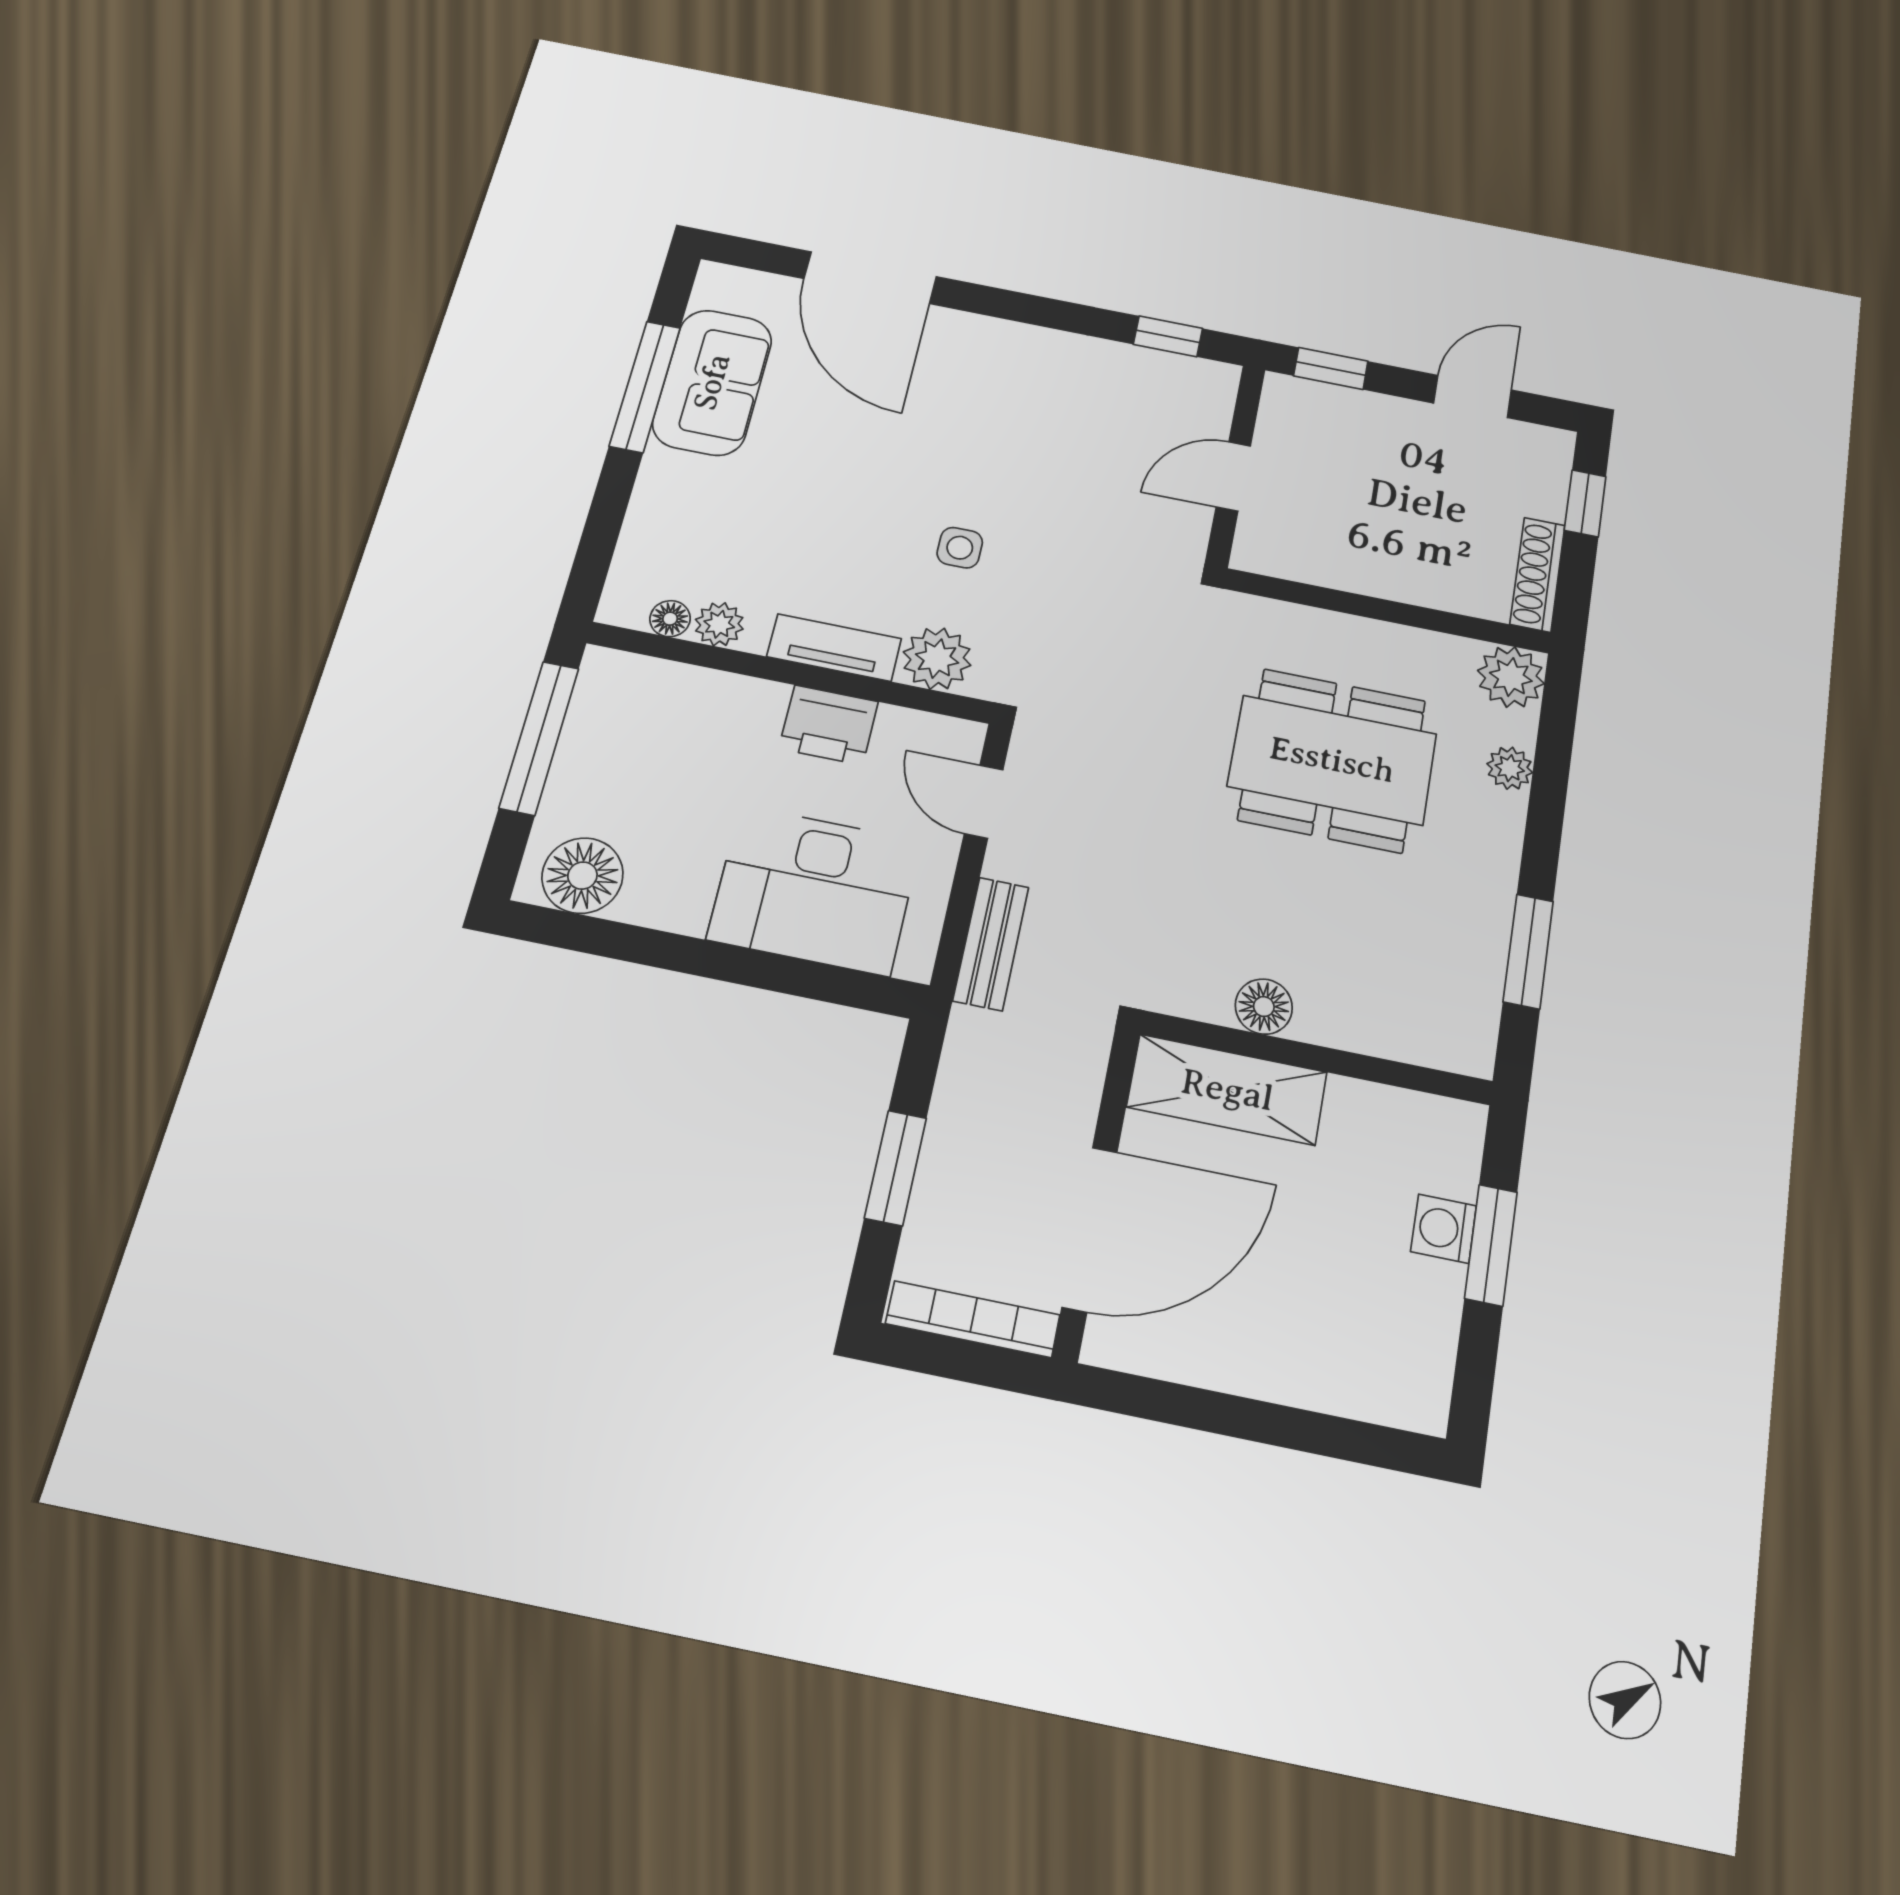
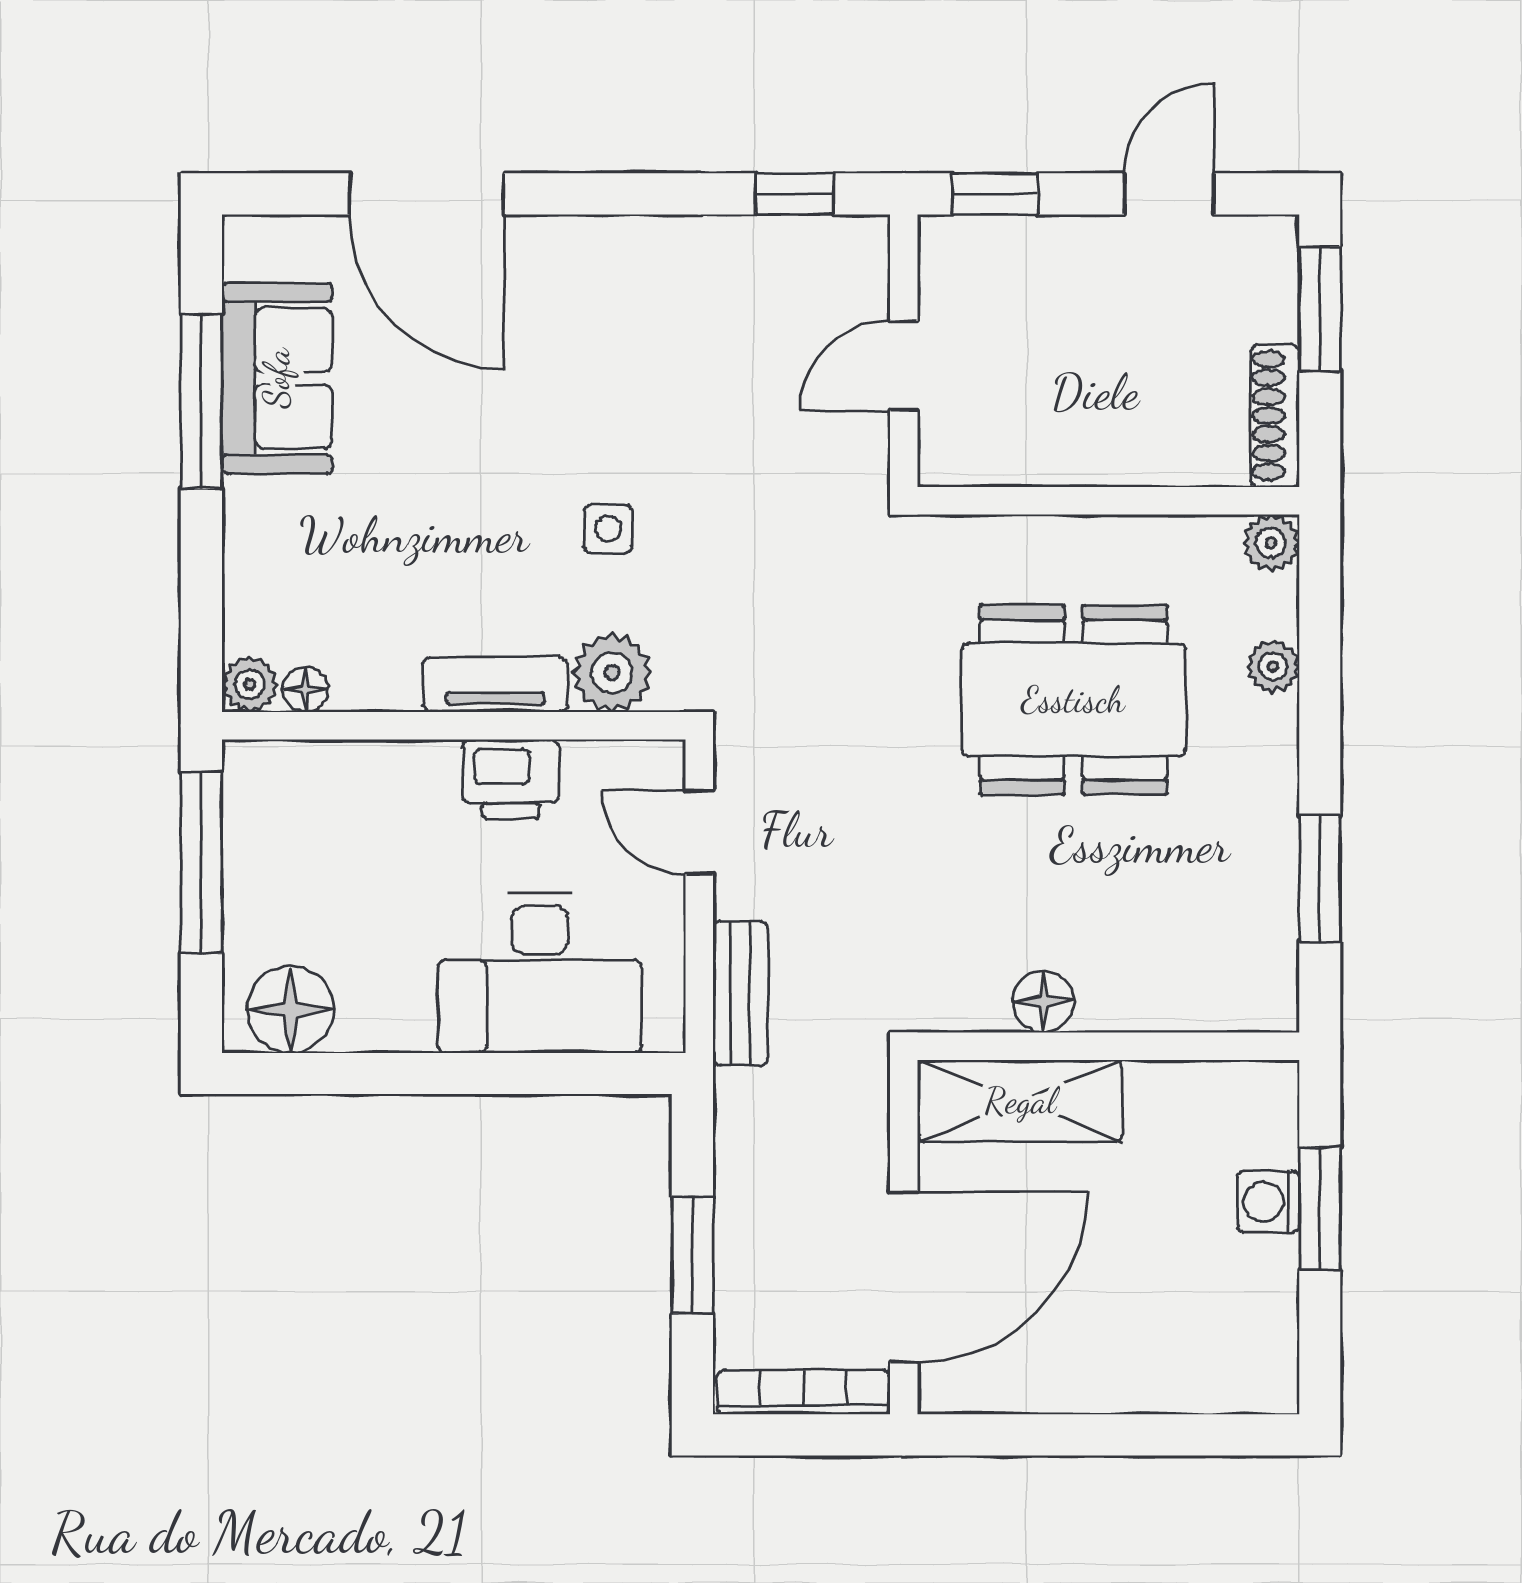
window: (1585, 503) -> (1320, 309), width x1.50
plant: (719, 624) -> (250, 684), moved
plant: (1511, 677) -> (1271, 543), width x0.73, depth x0.73

